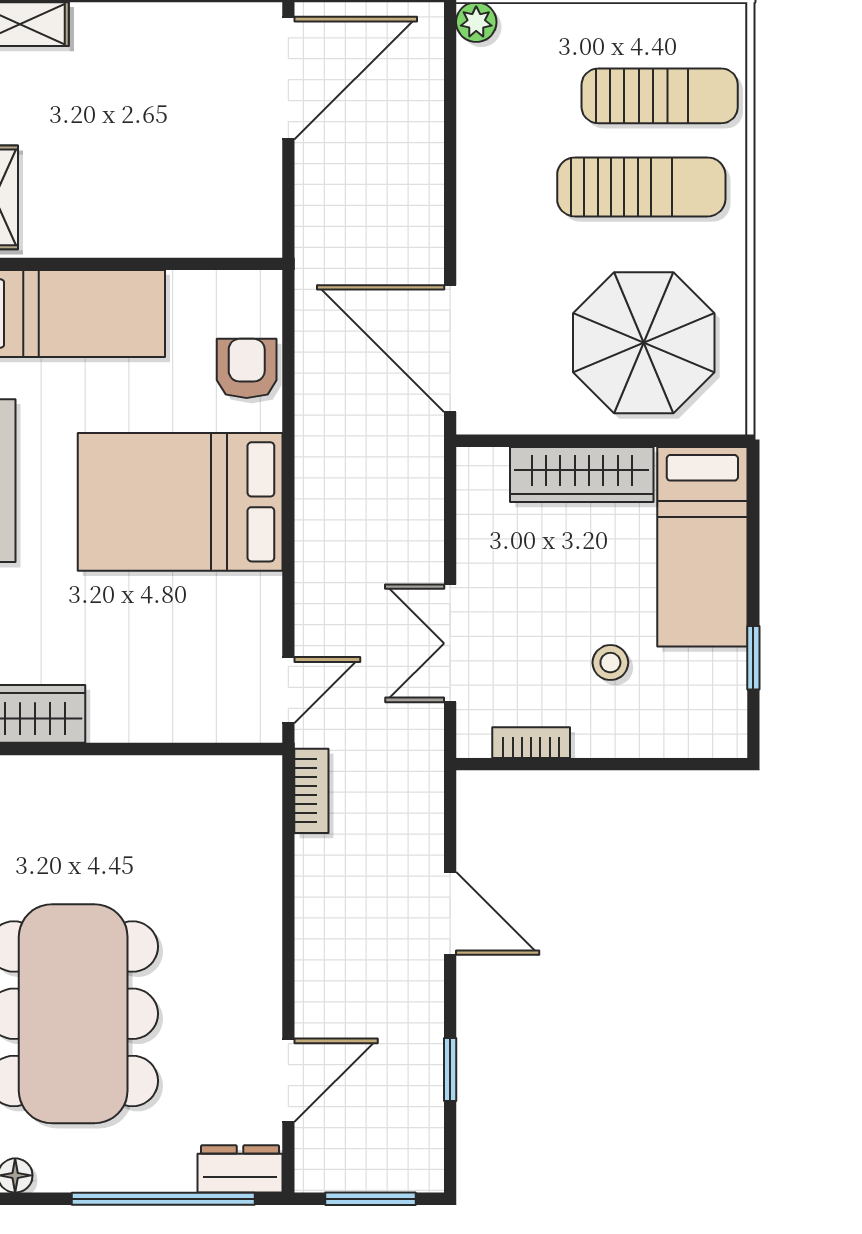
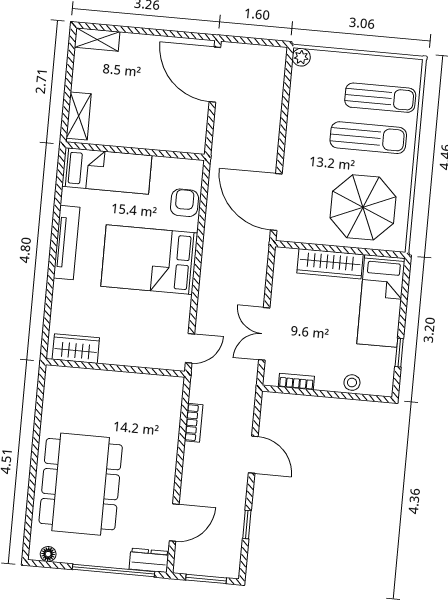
door: (288, 78) -> (215, 75), swing flipped
stool: (610, 663) -> (352, 383), moved
bookcase: (311, 791) -> (194, 423), moved

